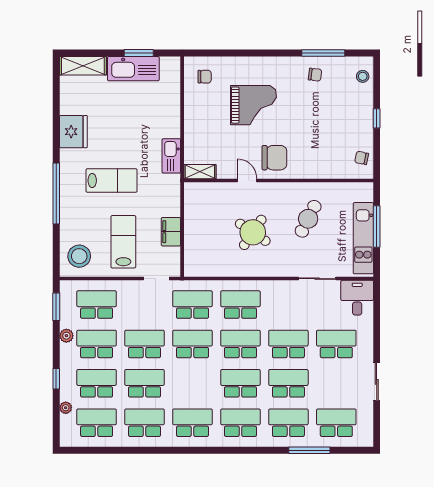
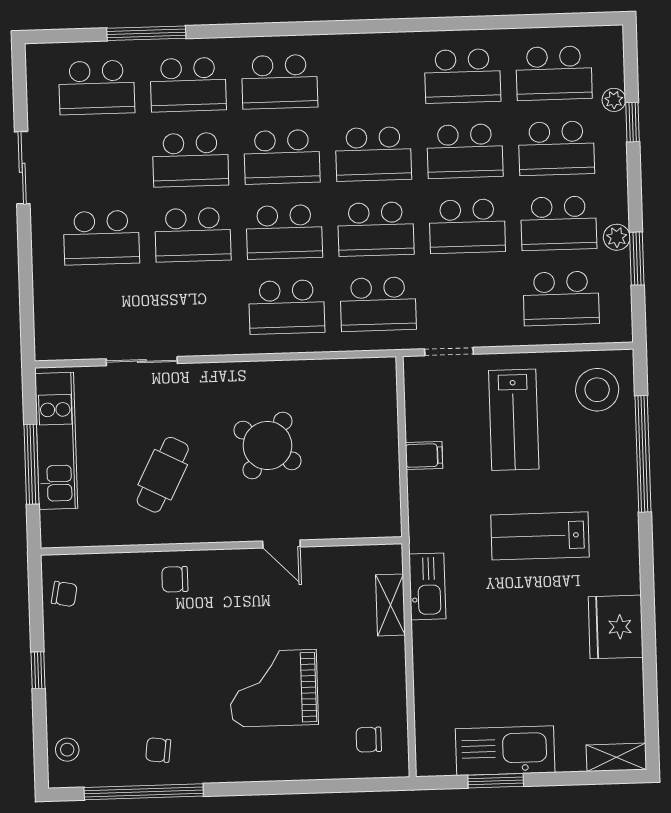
window: (323, 53) -> (144, 792), width x1.46
shelving: (83, 66) -> (616, 757), width x0.67, depth x0.75
chair: (274, 158) -> (175, 579), moved, width x0.54, depth x0.54
shelving: (200, 172) -> (390, 605), moved, turned 90
window: (56, 193) -> (643, 454), moved
filing cabinet: (171, 232) -> (424, 456), width x0.50
desk: (357, 298) -> (64, 327), removed
window: (56, 307) -> (637, 259), moved
window: (56, 379) -> (633, 122), moved
school desk: (192, 423) -> (373, 154), moved

